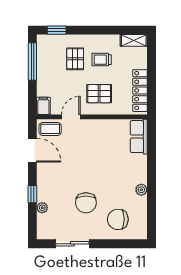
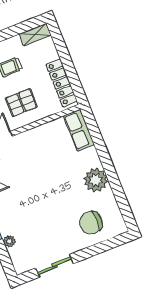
plant: (141, 190) -> (96, 180), width x1.88, depth x1.88
chair: (86, 203) -> (52, 219), removed

